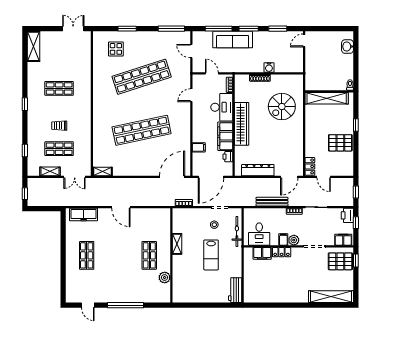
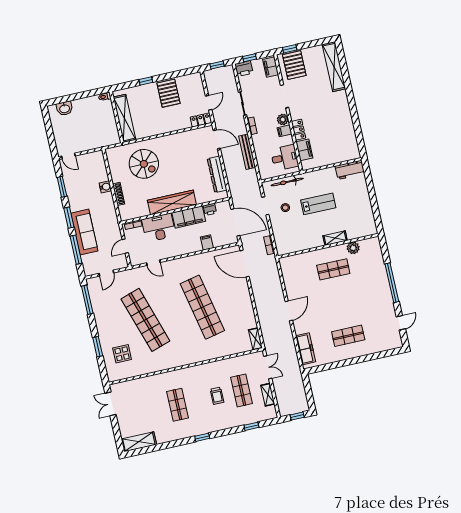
shelving: (177, 244) -> (335, 238), moved

